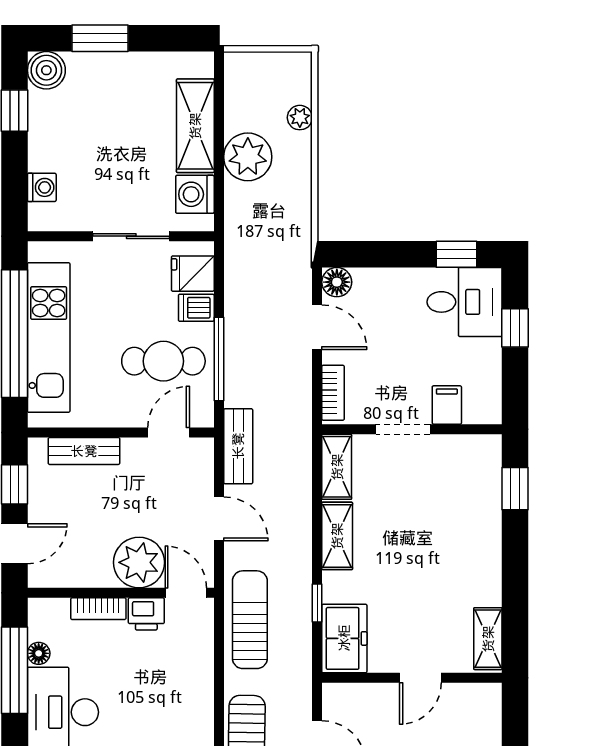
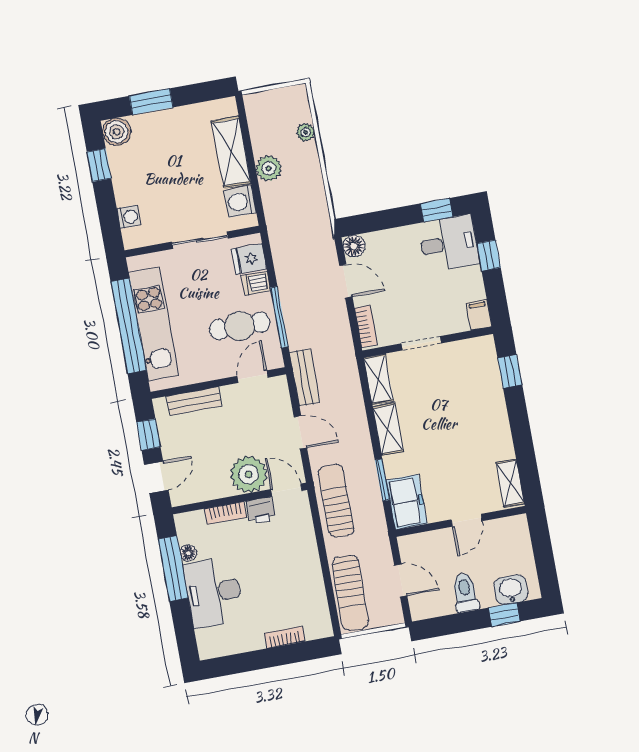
plant: (248, 157) -> (269, 168), width x0.73, depth x0.73
filing cabinet: (447, 405) -> (479, 315), moved
window: (317, 603) -> (382, 480), width x1.50

